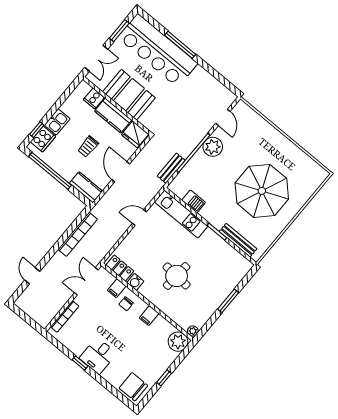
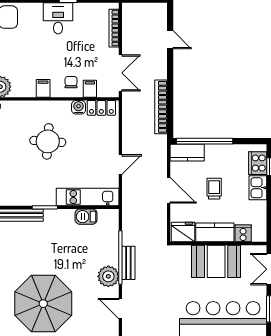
bench: (171, 168) -> (128, 263), moved
window: (50, 171) -> (205, 141), moved
parasol: (262, 191) -> (43, 304), moved

